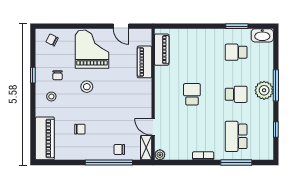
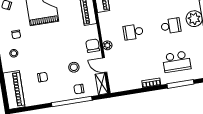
stool: (87, 87) -> (74, 67), moved
school desk: (192, 94) -> (133, 32), turned -90
chair: (143, 102) -> (93, 46), added
school desk: (236, 136) -> (177, 62), turned -90
plant: (160, 155) -> (107, 45), moved

